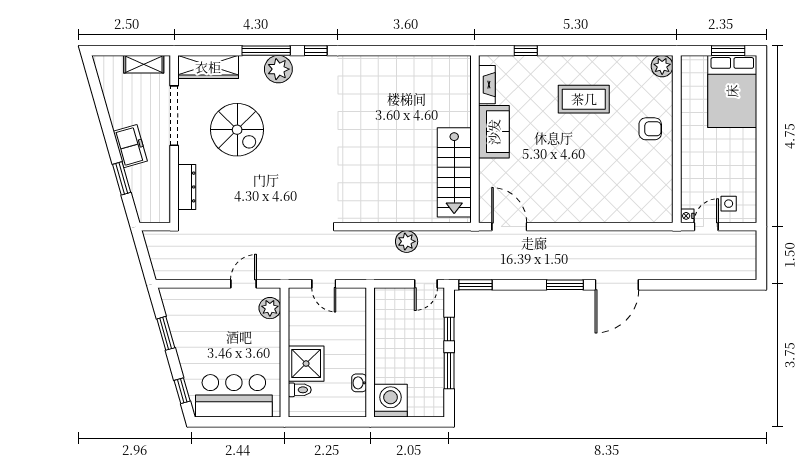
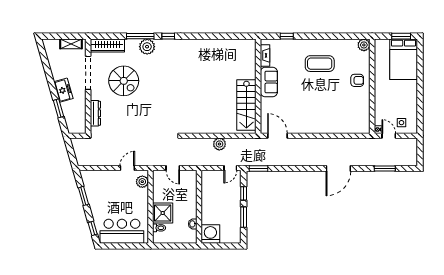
door: (706, 227) -> (389, 136), hinge flipped
window: (565, 285) -> (385, 168), moved

